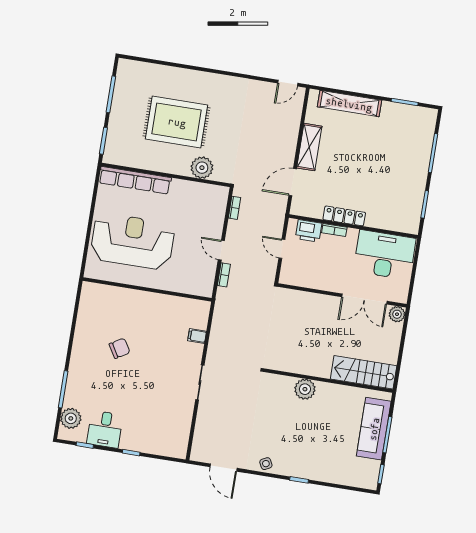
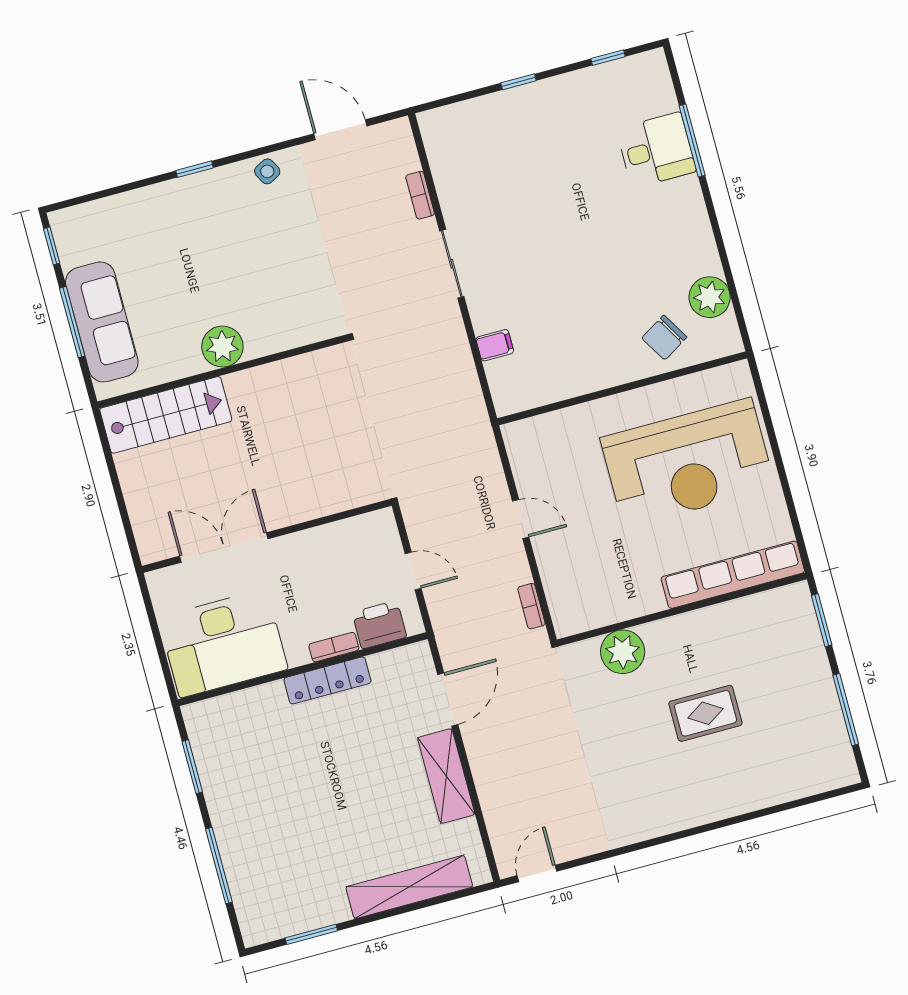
rug: (177, 122) -> (705, 713), width x0.54, depth x0.49
bookcase: (224, 275) -> (420, 195), moved
plant: (397, 314) -> (153, 547), removed
chair: (120, 348) -> (664, 338), moved
plant: (305, 389) -> (222, 347), moved
plant: (71, 418) -> (710, 297), moved
desk: (105, 429) -> (656, 150), moved, turned 90

